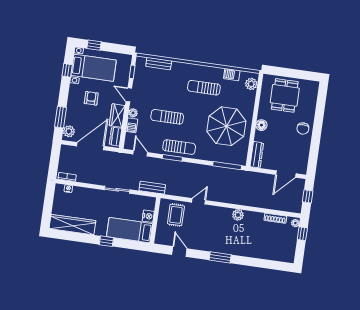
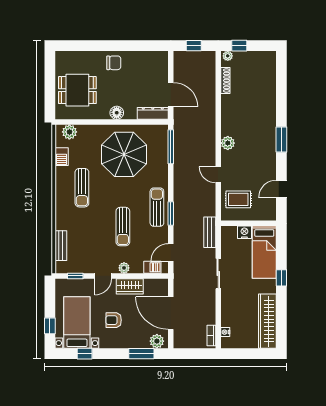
barbecue: (132, 125) -> (152, 267), moved
dresser: (116, 137) -> (155, 285), removed
door: (286, 174) -> (171, 95), moved
plant: (238, 215) -> (228, 143), moved

